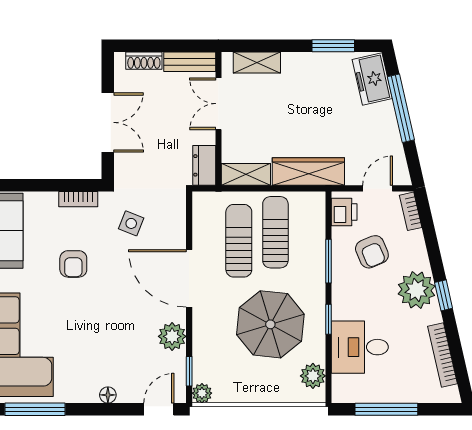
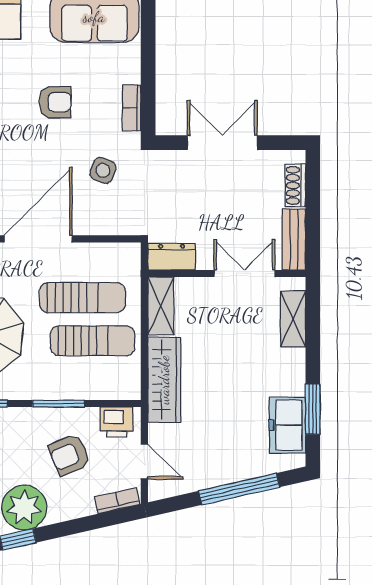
freezer: (372, 79) -> (287, 425), moved, turned -77
double door: (108, 122) -> (222, 143), swing flipped
armchair: (73, 264) -> (55, 102), turned 180

